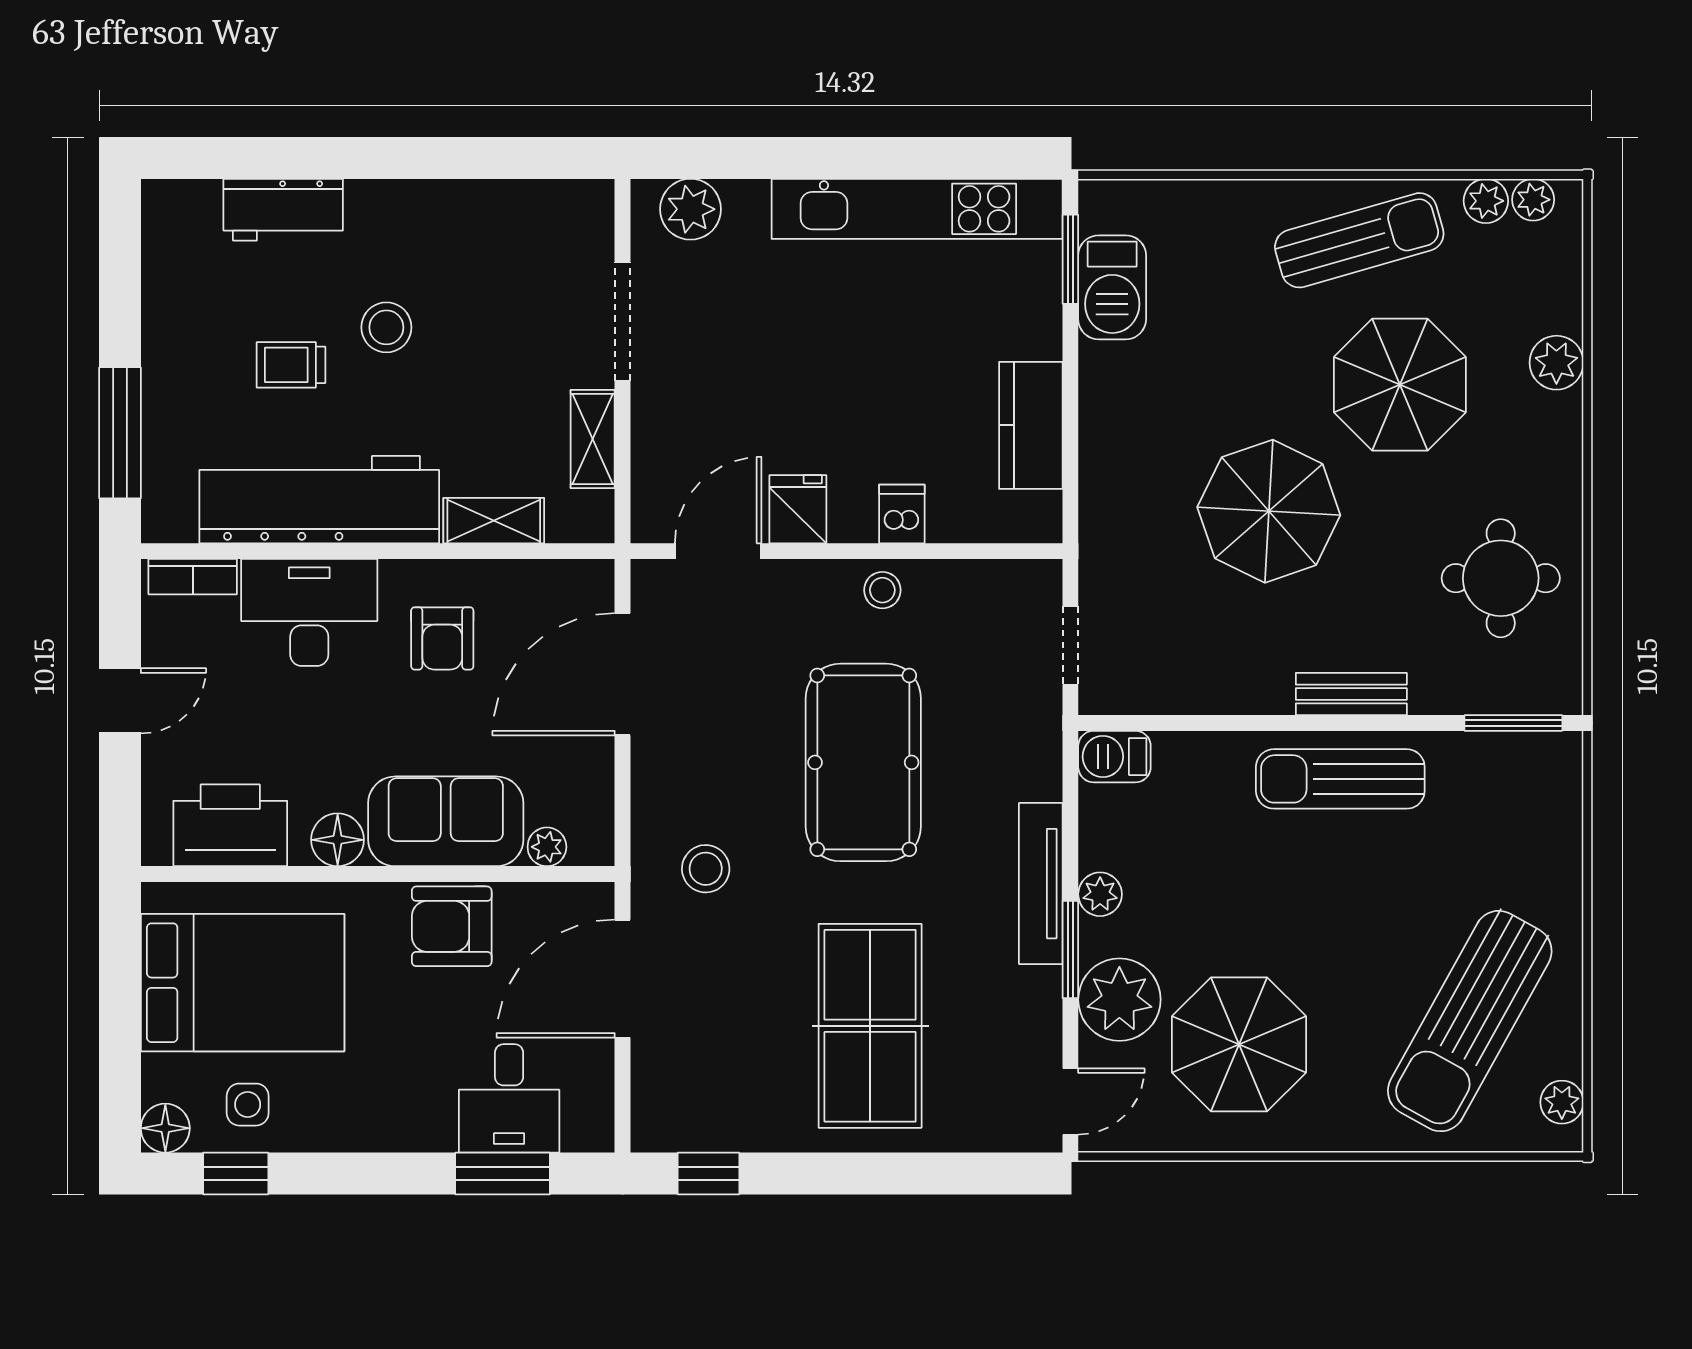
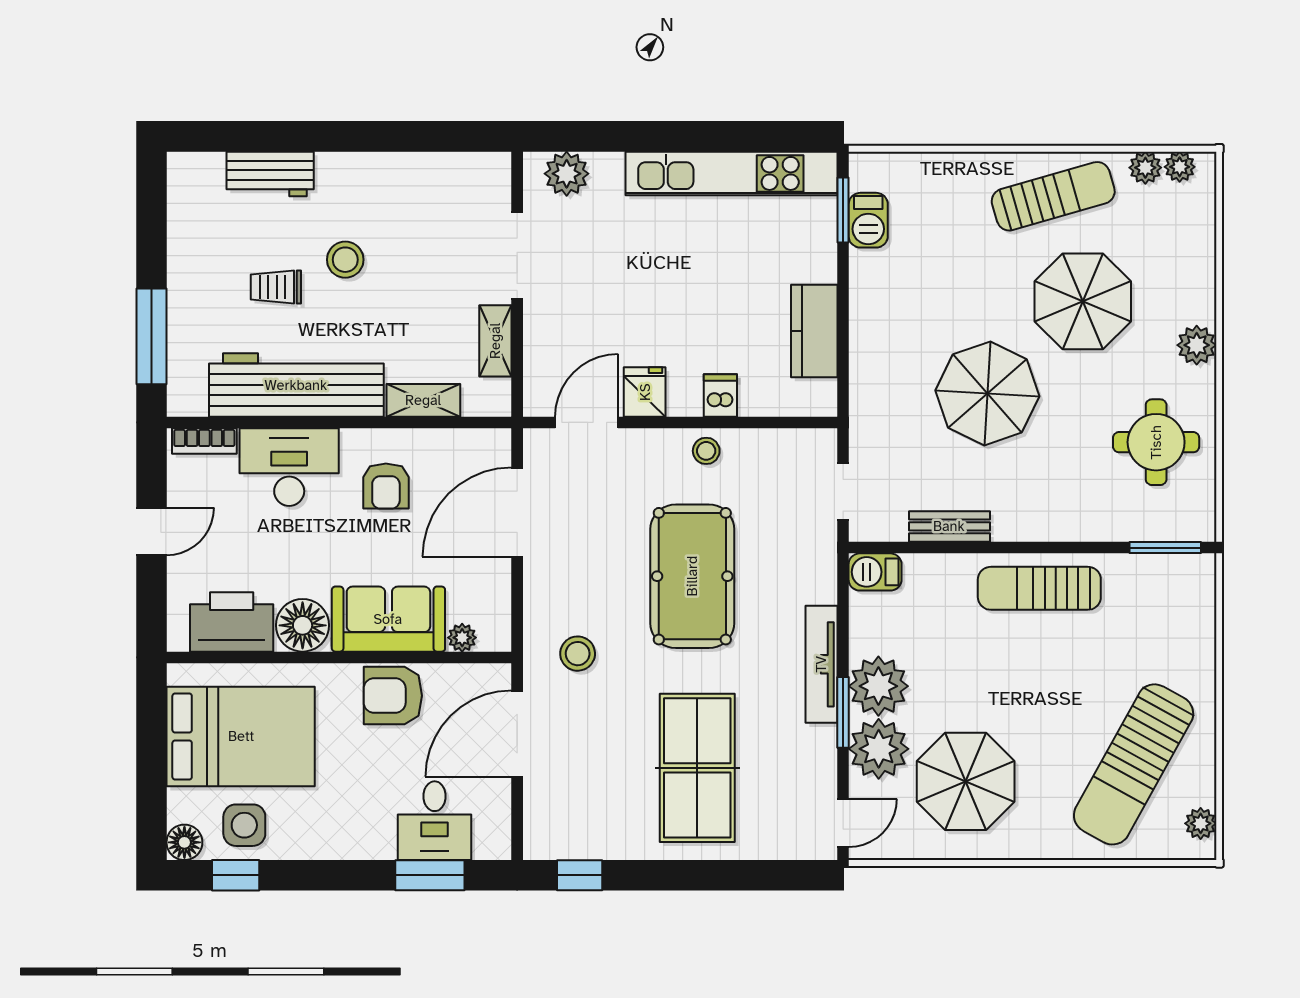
barbecue: (1112, 287) -> (868, 220), width x0.73, depth x0.79
plant: (1556, 363) -> (1197, 345), moved
bench: (1351, 694) -> (949, 526), moved
floor lamp: (338, 840) -> (303, 625), width x1.38, depth x1.38
plant: (1100, 894) -> (878, 686), width x1.87, depth x1.87
side table: (248, 1105) -> (244, 825), width x1.37, depth x1.37

